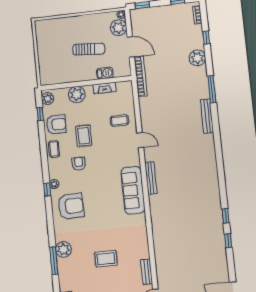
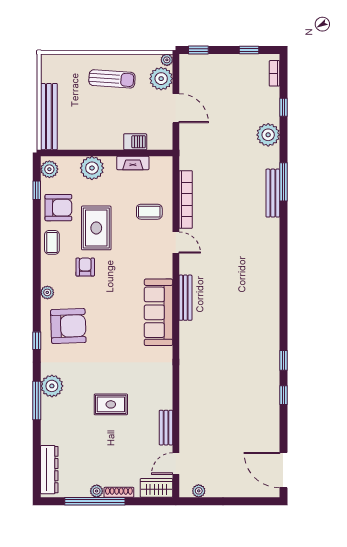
sun lounger: (89, 49) -> (112, 79), moved
bench: (44, 63) -> (49, 117), added
bookcase: (141, 76) -> (186, 200), moved
bench: (207, 116) -> (273, 193), moved
rug: (84, 136) -> (96, 228), width x1.36, depth x1.43
window: (47, 189) -> (37, 341), moved

